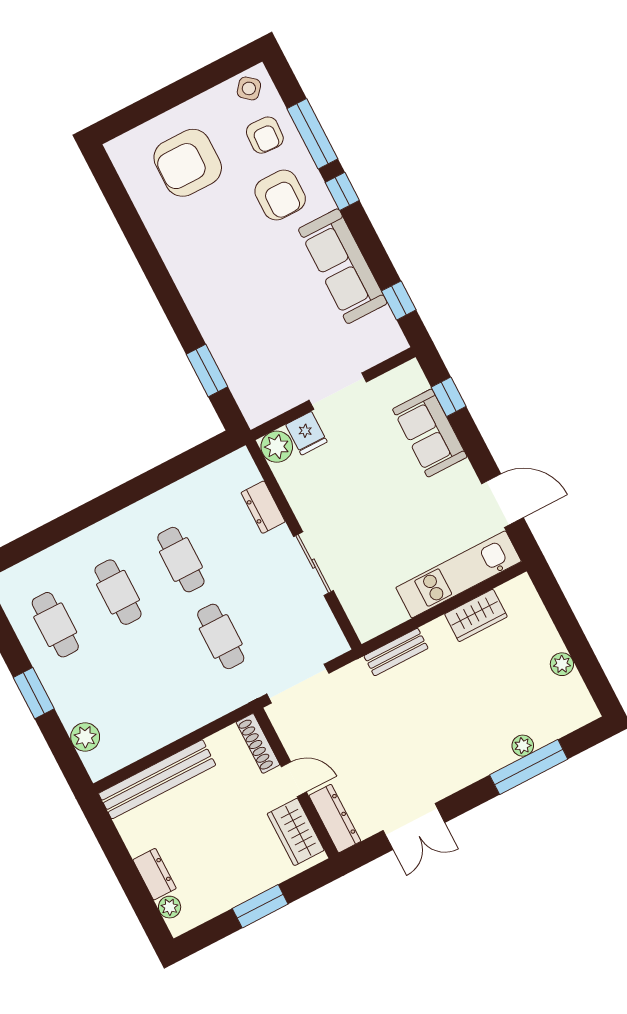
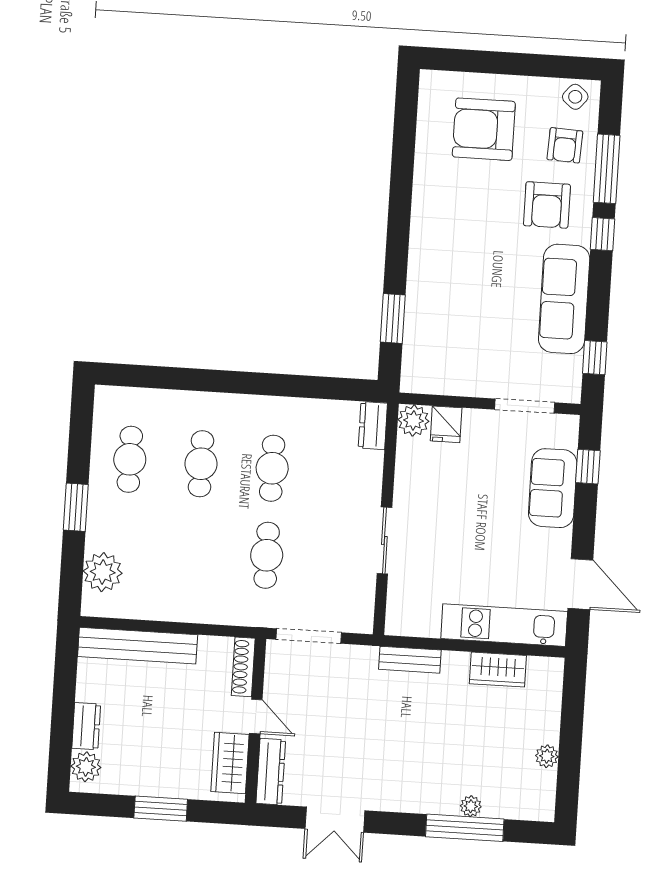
doorway: (338, 391) -> (525, 406), moved
dresser: (263, 507) -> (373, 426), moved
plant: (85, 737) -> (103, 572), width x1.36, depth x1.36
plant: (170, 907) -> (86, 767), width x1.38, depth x1.38

